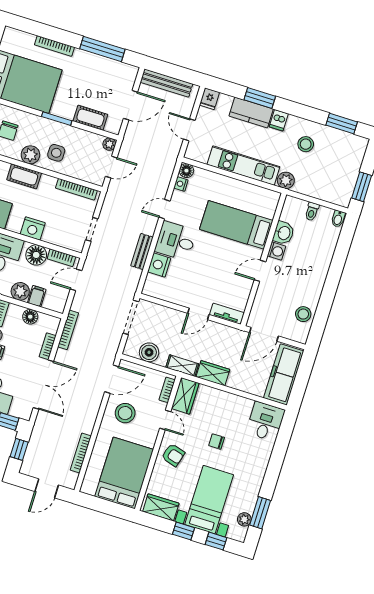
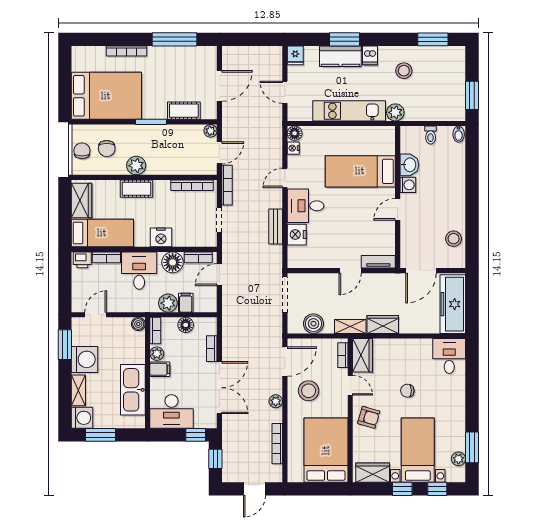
bench: (166, 83) -> (248, 53), removed
side table: (56, 153) -> (161, 156), removed
bookcase: (68, 330) -> (227, 185), moved
plant: (92, 413) -> (276, 401), added

